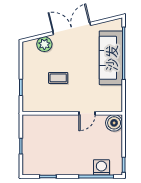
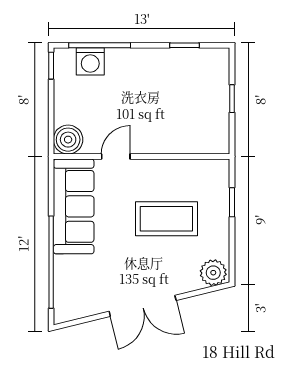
plant: (44, 44) -> (213, 273), moved
sofa: (111, 58) -> (74, 206), moved
coffee table: (58, 78) -> (166, 219), width x1.86, depth x1.72

